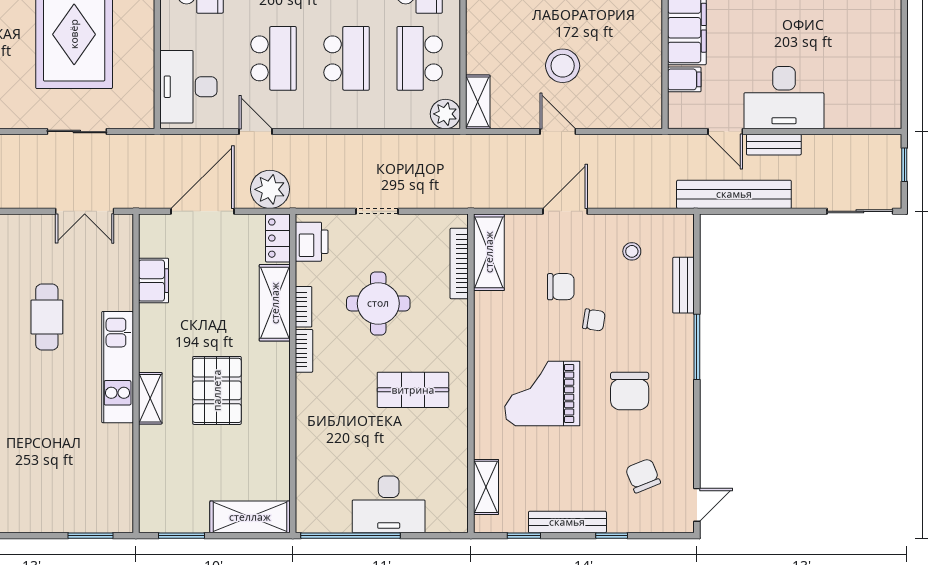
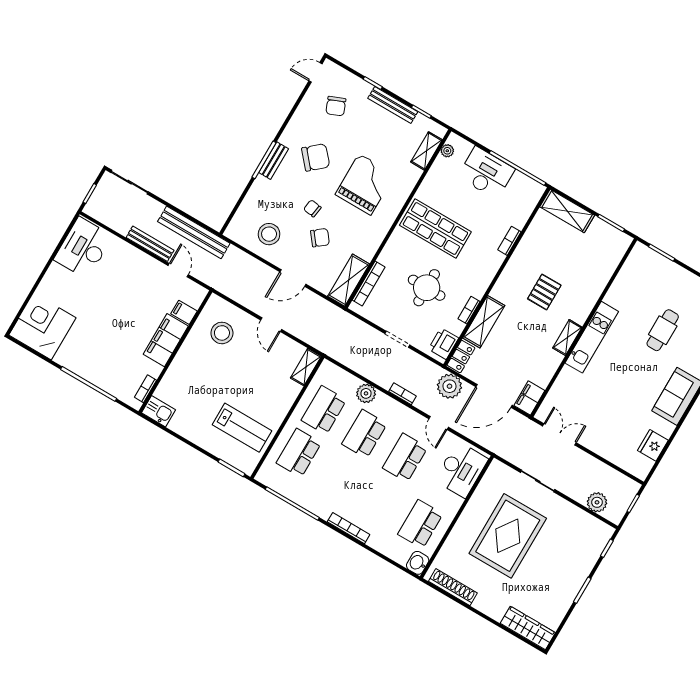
school desk: (420, 58) -> (324, 410), turned 180
stool: (563, 66) -> (222, 333), moved
desk: (784, 98) -> (83, 248), moved, turned -90
plant: (445, 114) -> (366, 393), moved
bookcase: (327, 142) -> (402, 394), added
bench: (774, 145) -> (150, 244), width x1.36
stool: (632, 251) -> (269, 234), width x1.89, depth x1.89
filing cabinet: (154, 281) -> (529, 398), moved
bench: (683, 285) -> (274, 161), moved
chair: (561, 287) -> (320, 238), turned 142
cafe table: (47, 317) -> (663, 330), moved
bookcase: (304, 351) -> (509, 241), moved
pallet: (217, 390) -> (544, 292), width x0.67, depth x0.71
shop shelf: (413, 390) -> (435, 229), width x1.43, depth x1.36
chair: (630, 391) -> (316, 157), turned 49
grand piano: (542, 393) -> (365, 184), turned -90
shelving: (150, 398) -> (567, 338), moved
plant: (458, 503) -> (447, 151), added

